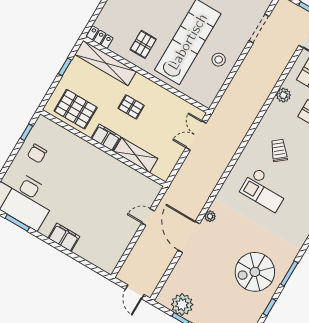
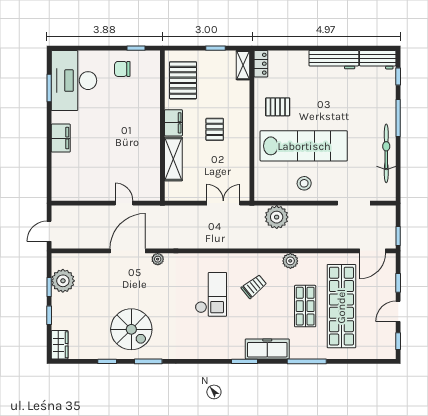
shelving: (106, 63) -> (243, 65), width x0.45, depth x0.75
plant: (283, 95) -> (290, 261), moved
plant: (233, 99) -> (277, 217), added
checkout: (265, 190) -> (211, 294), turned 180
spiral stairs: (255, 272) -> (131, 329), turned 180

